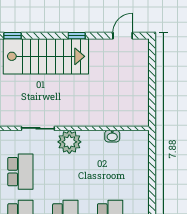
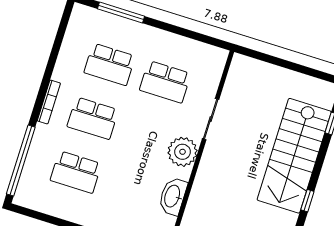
washbasin: (112, 136) -> (173, 196), width x1.91, depth x1.45

